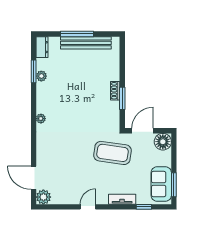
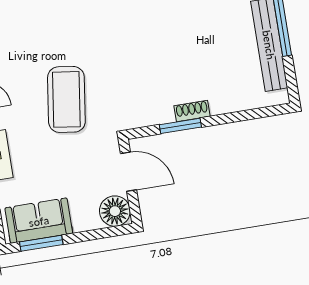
coffee table: (113, 153) -> (66, 99), moved

